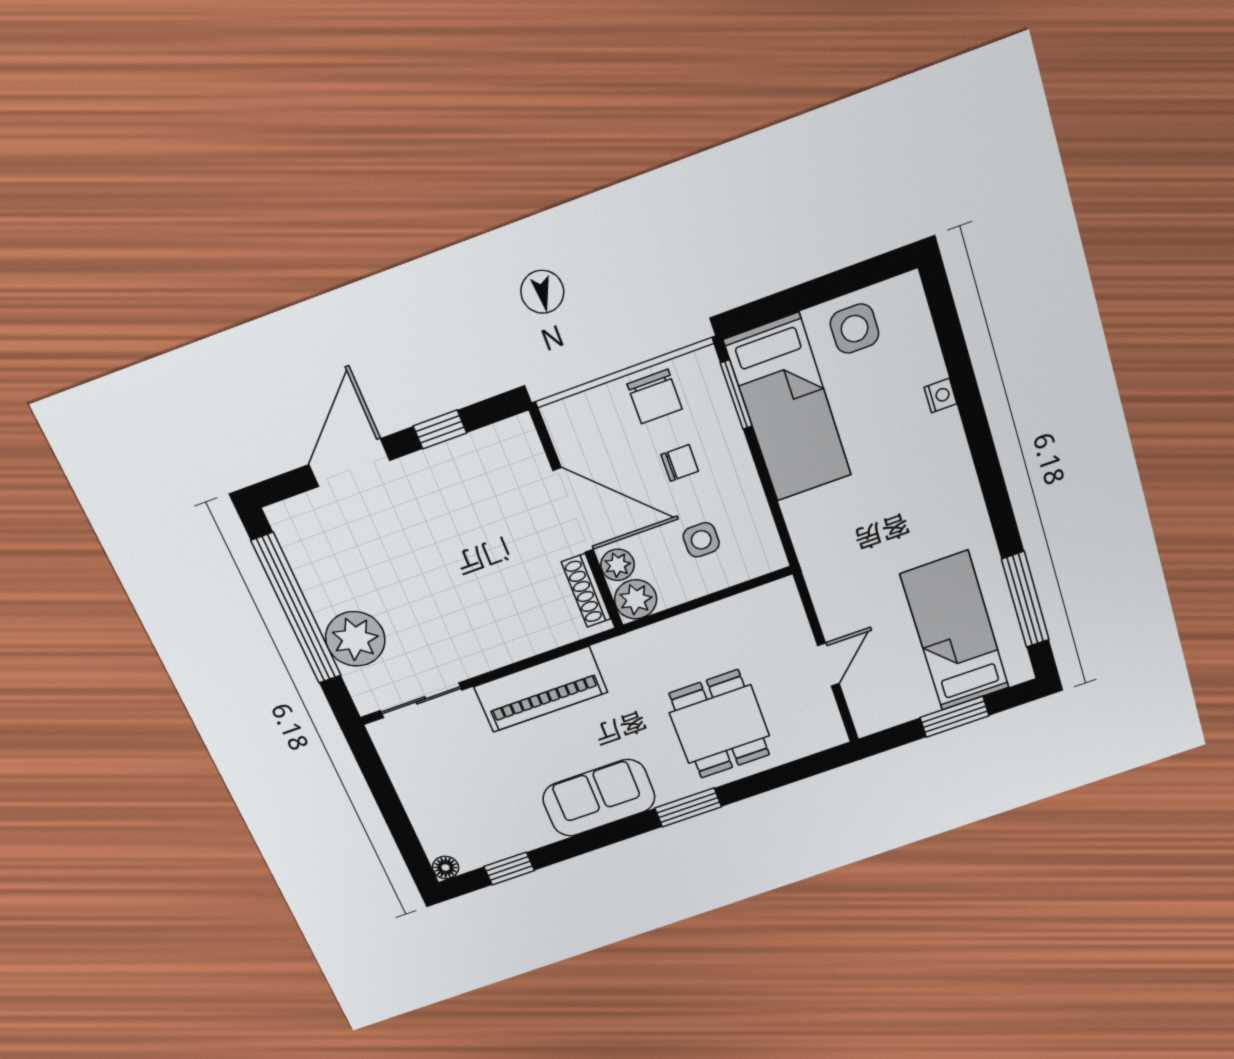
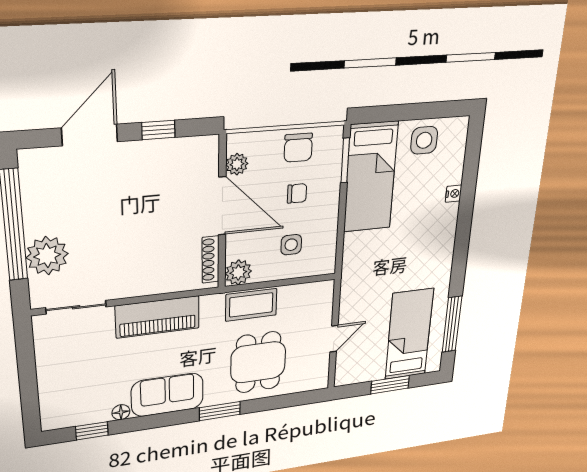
plant: (618, 565) -> (237, 164), moved
coffee table: (674, 642) -> (251, 305), added
floor lamp: (446, 868) -> (121, 412), moved

